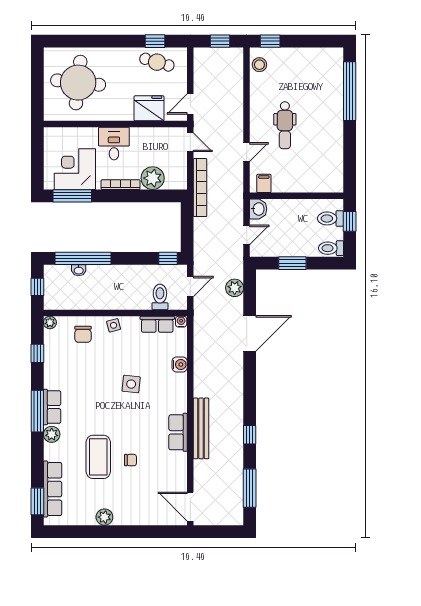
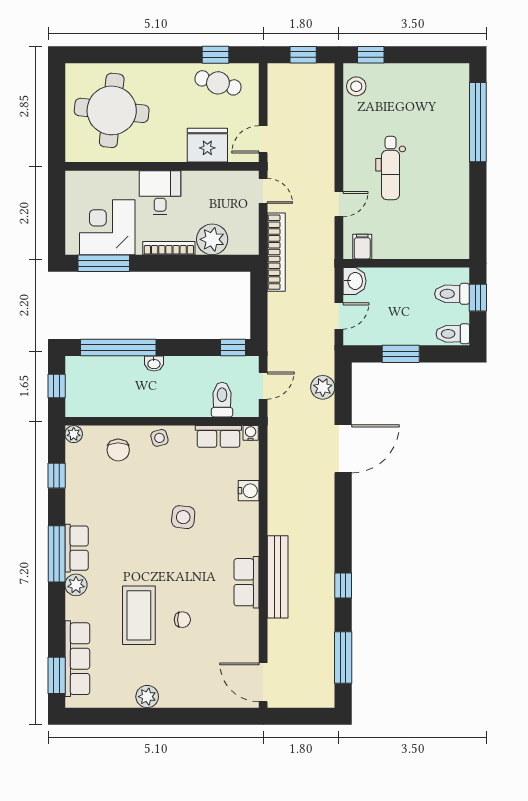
washbasin: (79, 270) -> (154, 364), moved

